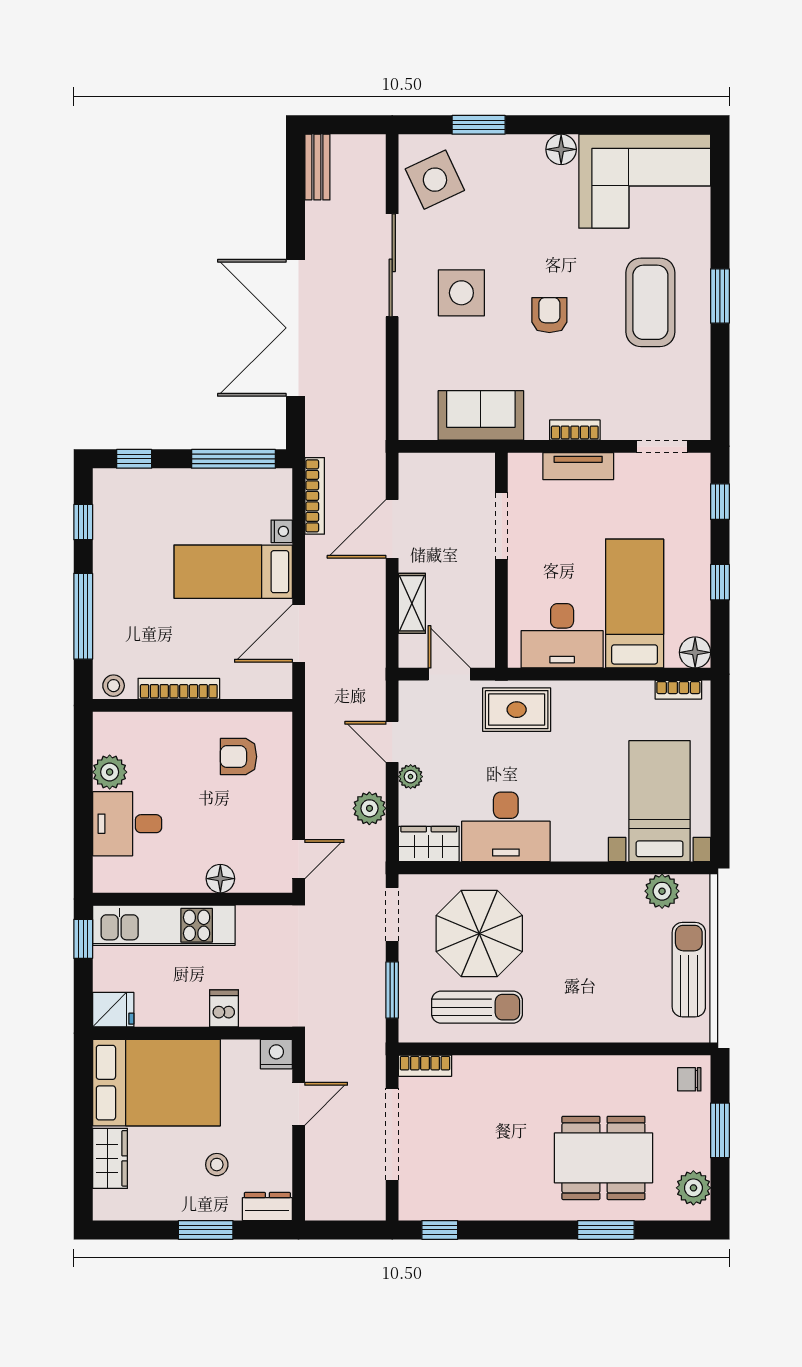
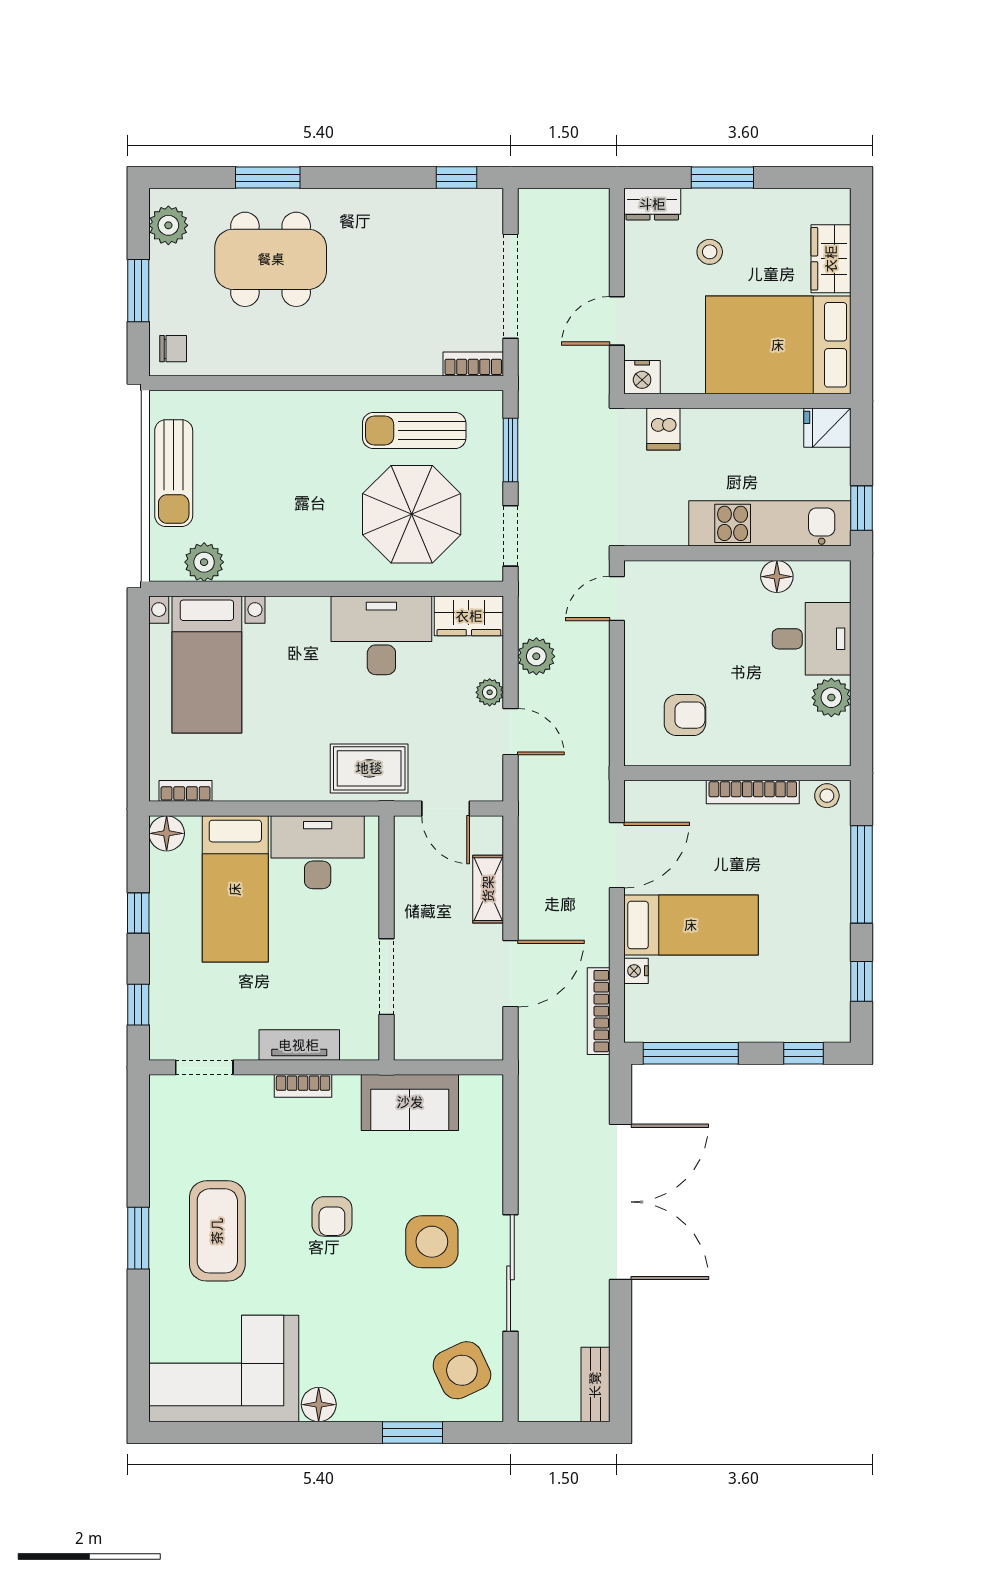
floor lamp: (220, 879) -> (777, 577), moved
dishwasher: (224, 1008) -> (663, 429), moved

